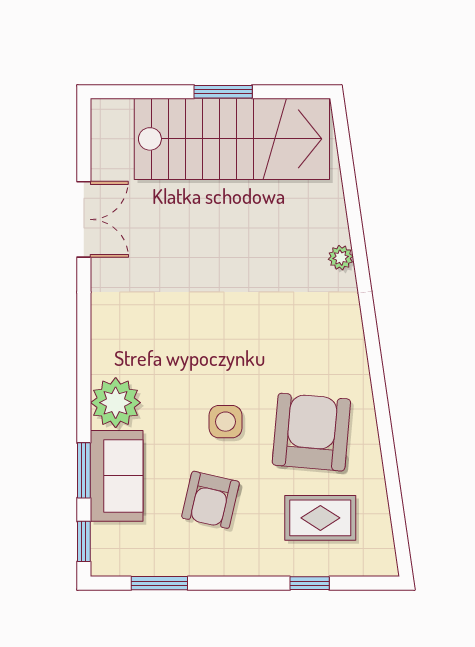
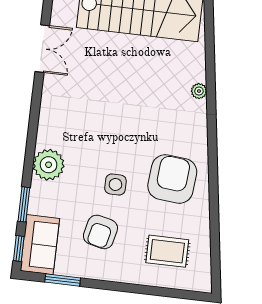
armchair: (311, 432) -> (172, 179), moved
sofa: (117, 476) -> (40, 245), moved
window: (310, 583) -> (156, 291), removed

